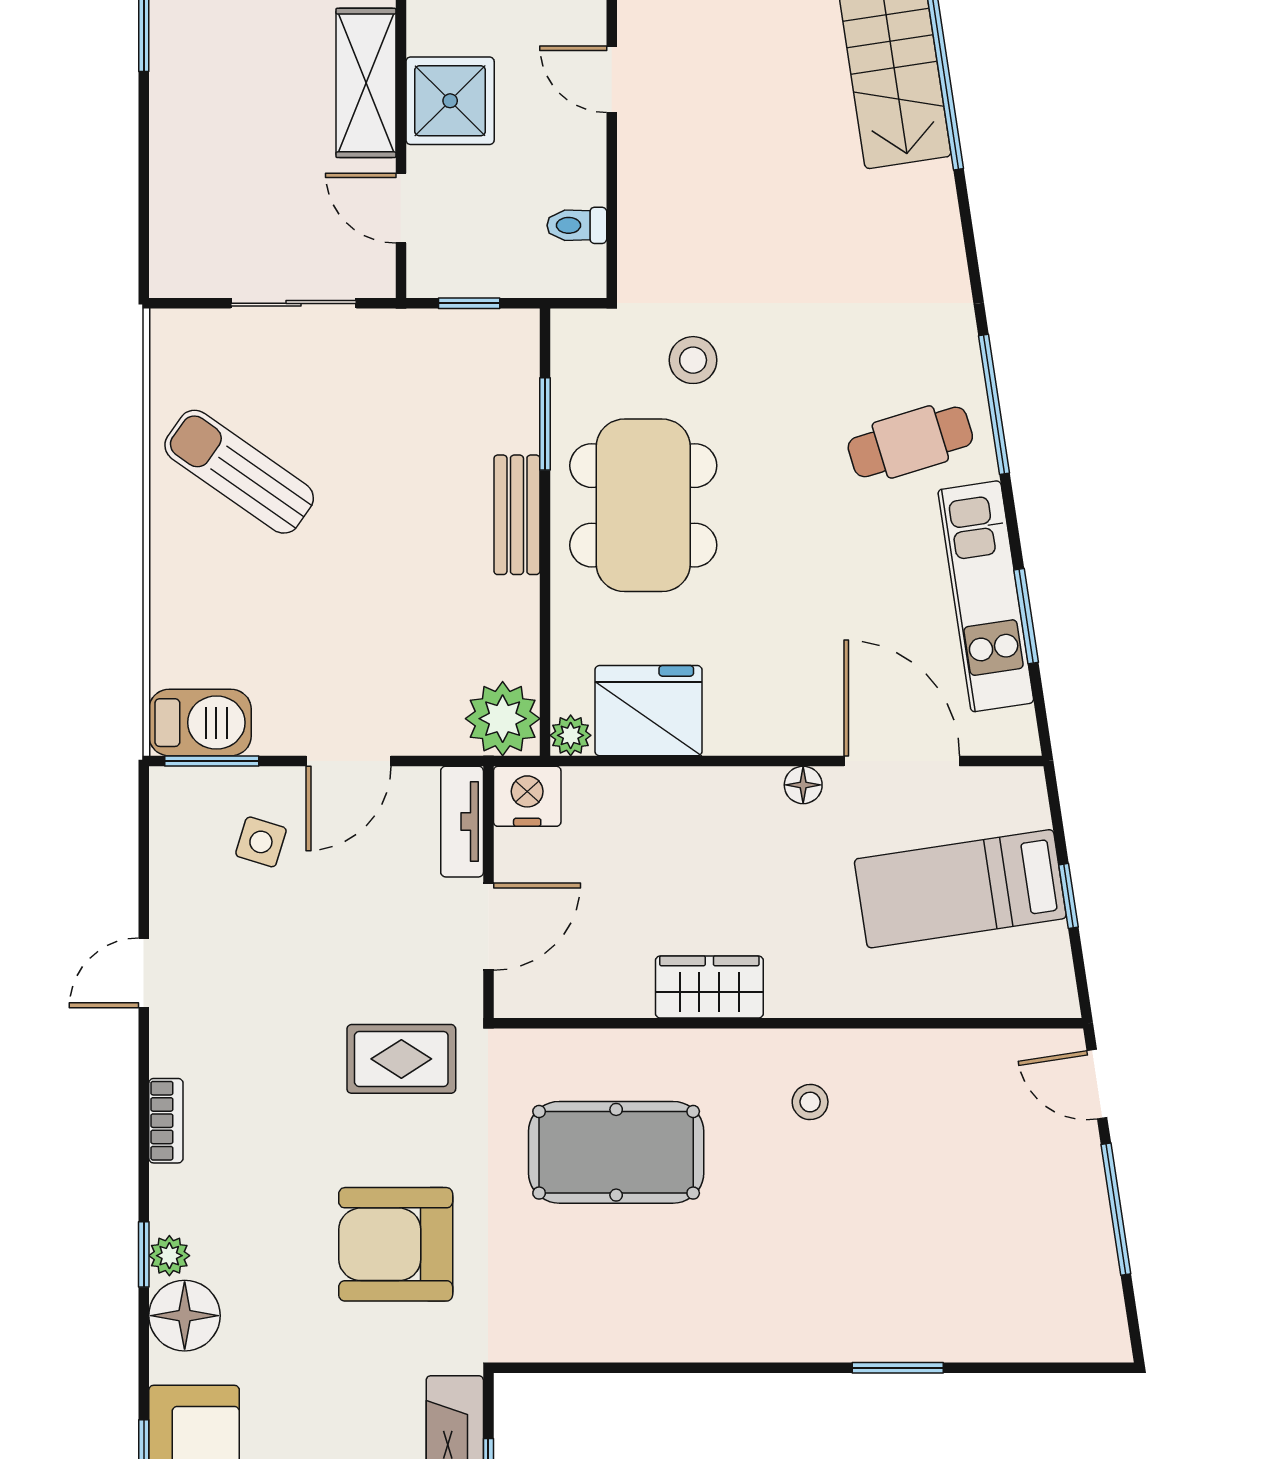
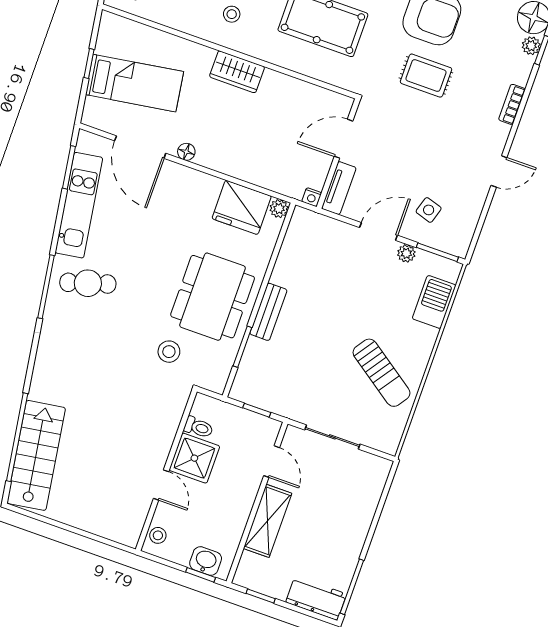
shower: (450, 101) -> (194, 458), moved
window: (1026, 616) -> (69, 167), moved
plant: (503, 719) -> (406, 253), moved, width x0.53, depth x0.53
barbecue: (200, 723) -> (434, 302), moved, turned 90
nightstand: (527, 796) -> (312, 197), width x0.53, depth x0.56
wardrobe: (709, 987) -> (237, 72), moved
rug: (401, 1059) -> (426, 76), moved

